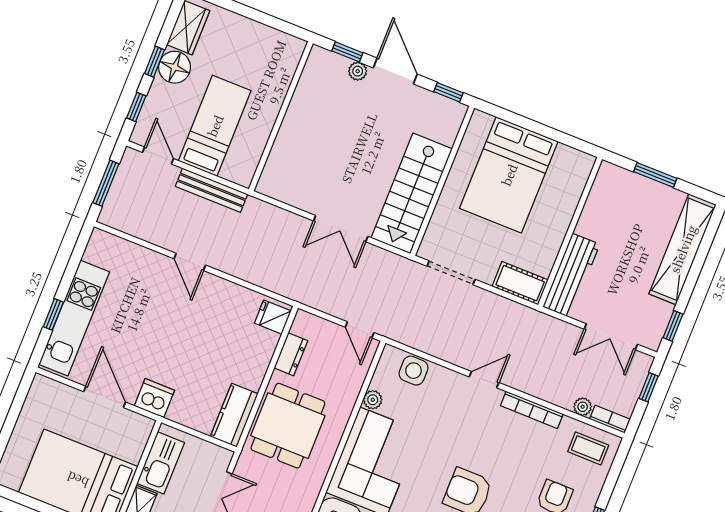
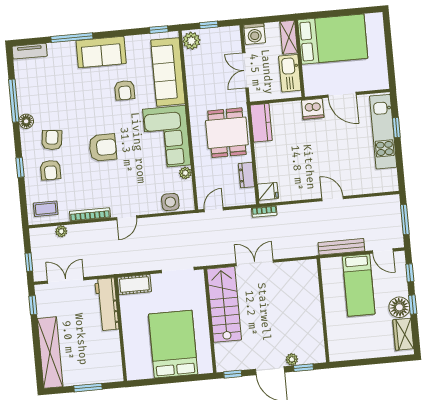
door: (360, 330) -> (214, 210), hinge flipped
bookcase: (610, 419) -> (264, 212), moved

